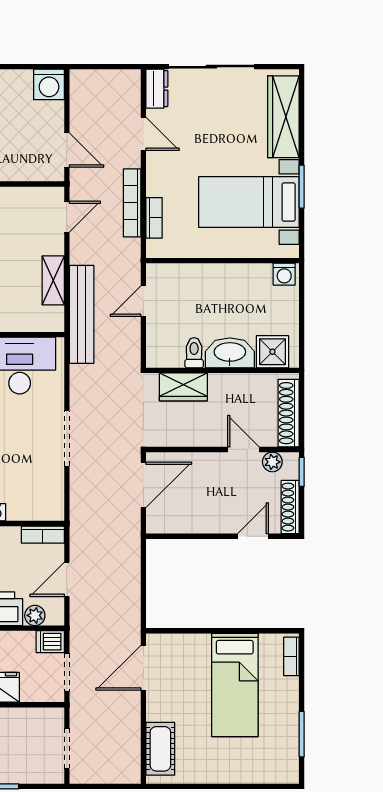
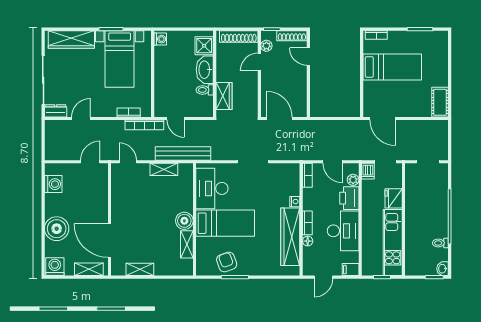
washing machine: (49, 84) -> (53, 184), moved
bookcase: (132, 203) -> (144, 125), moved
cot: (160, 749) -> (440, 102), moved, turned 90

